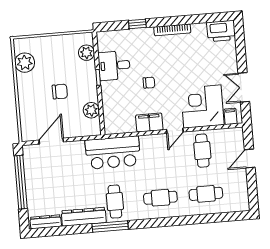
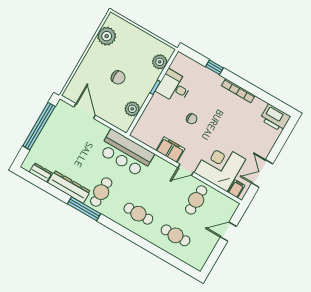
door: (51, 141) -> (85, 111), hinge flipped
dresser: (46, 222) -> (41, 172), width x0.70

